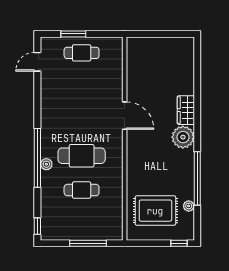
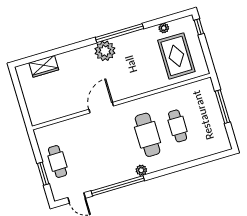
wardrobe: (186, 110) -> (44, 66), moved
window: (37, 158) -> (118, 186), moved
plant: (46, 164) -> (141, 170), moved
window: (197, 178) -> (119, 33), moved
window: (37, 226) -> (221, 155), removed

